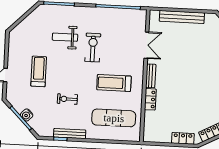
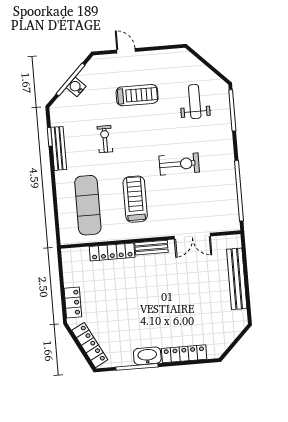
weight bench: (65, 37) -> (195, 102), moved
locker: (150, 99) -> (112, 252), width x1.53

